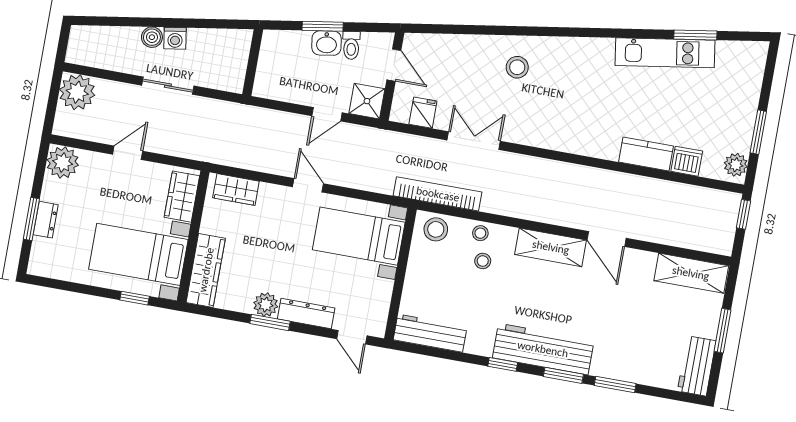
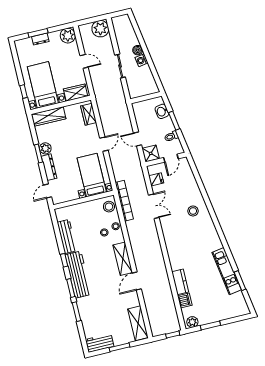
washbasin: (327, 43) -> (162, 111), moved
workbench: (430, 333) -> (67, 236), moved

